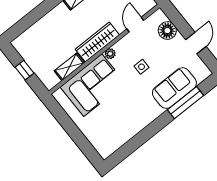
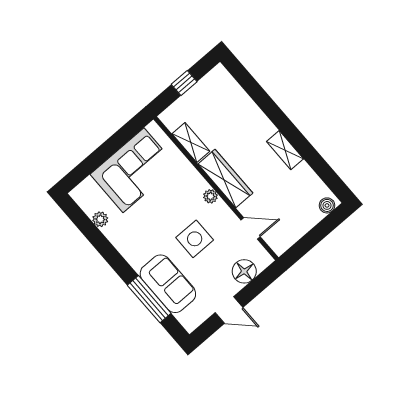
side table: (142, 67) -> (195, 239), width x1.87, depth x1.87
corner sofa: (93, 85) -> (133, 170), moved, turned -90
plant: (124, 137) -> (100, 219), added

